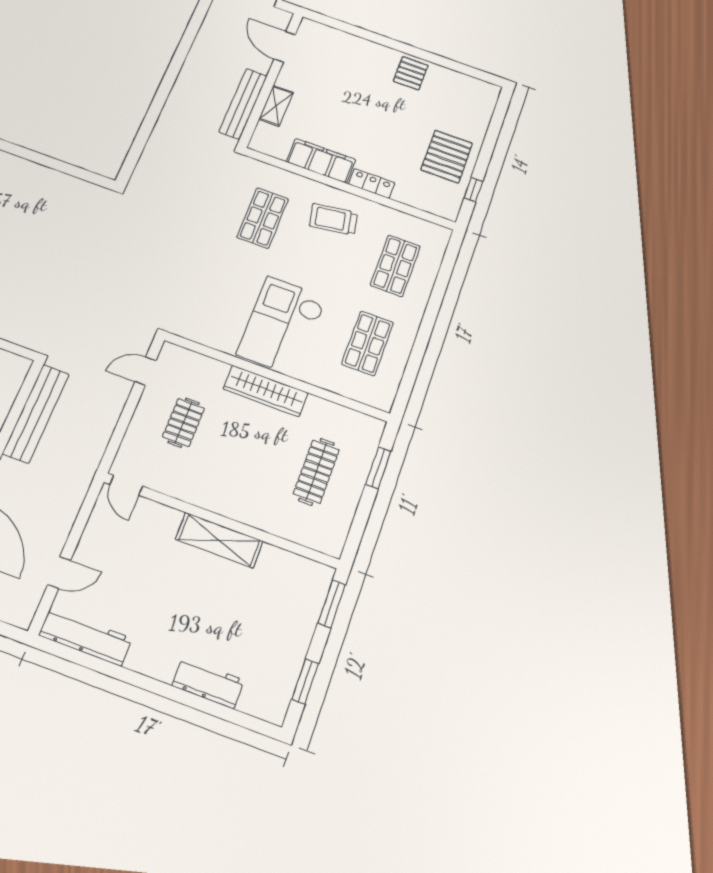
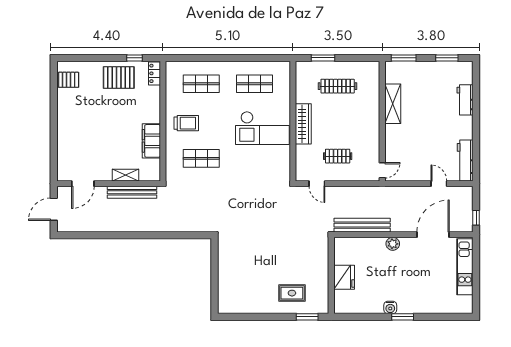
pallet: (411, 73) -> (69, 80), moved
locker: (372, 183) -> (154, 73), moved
trolley: (333, 219) -> (186, 123), turned -80
shelving: (219, 540) -> (393, 104), moved

